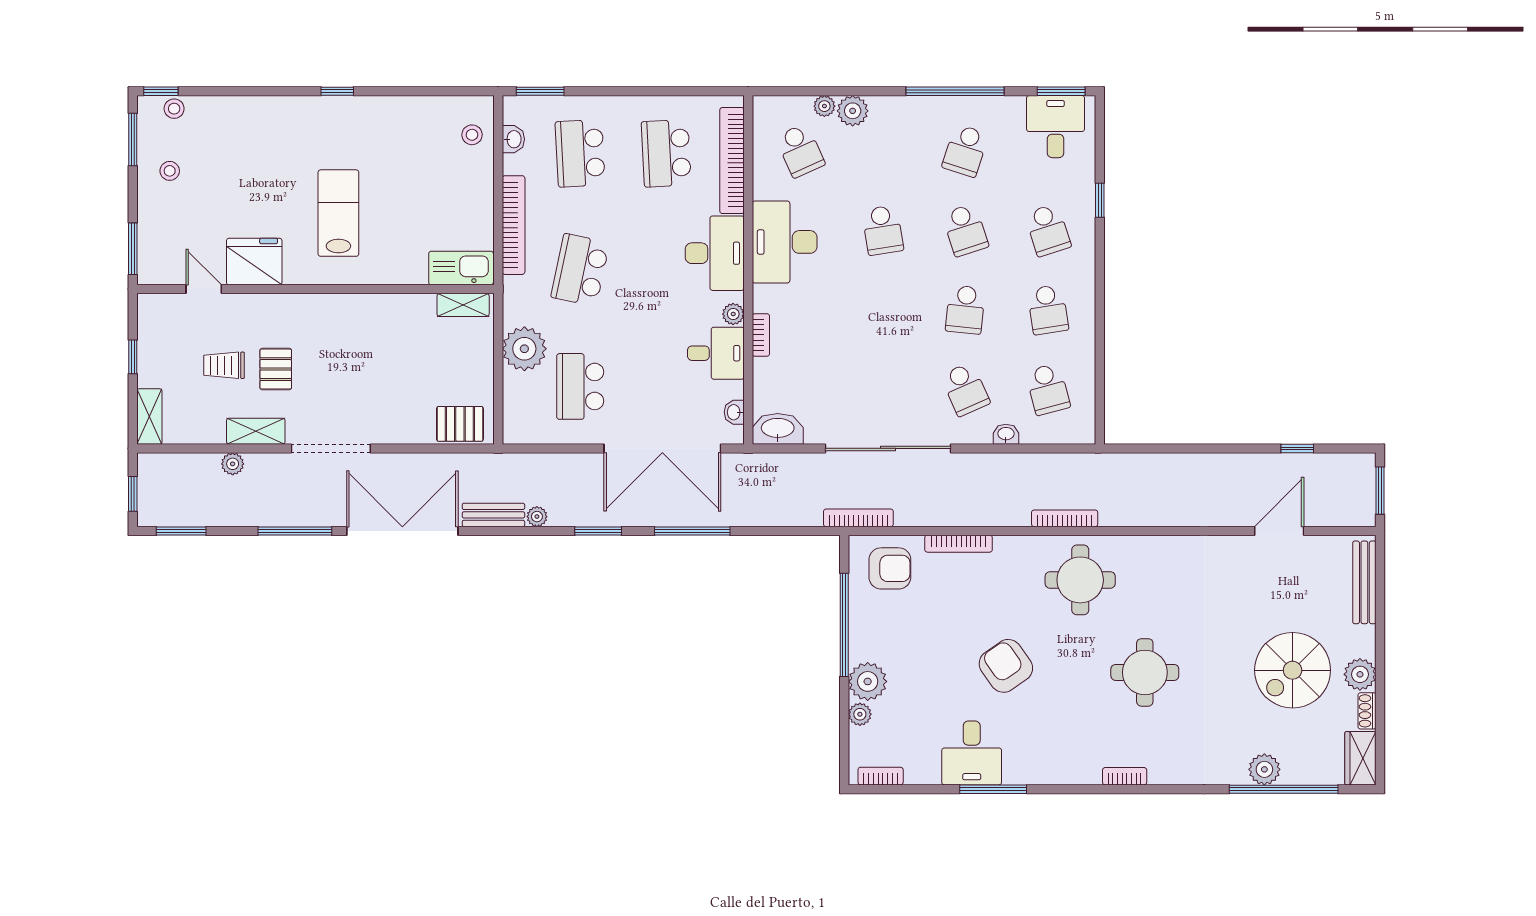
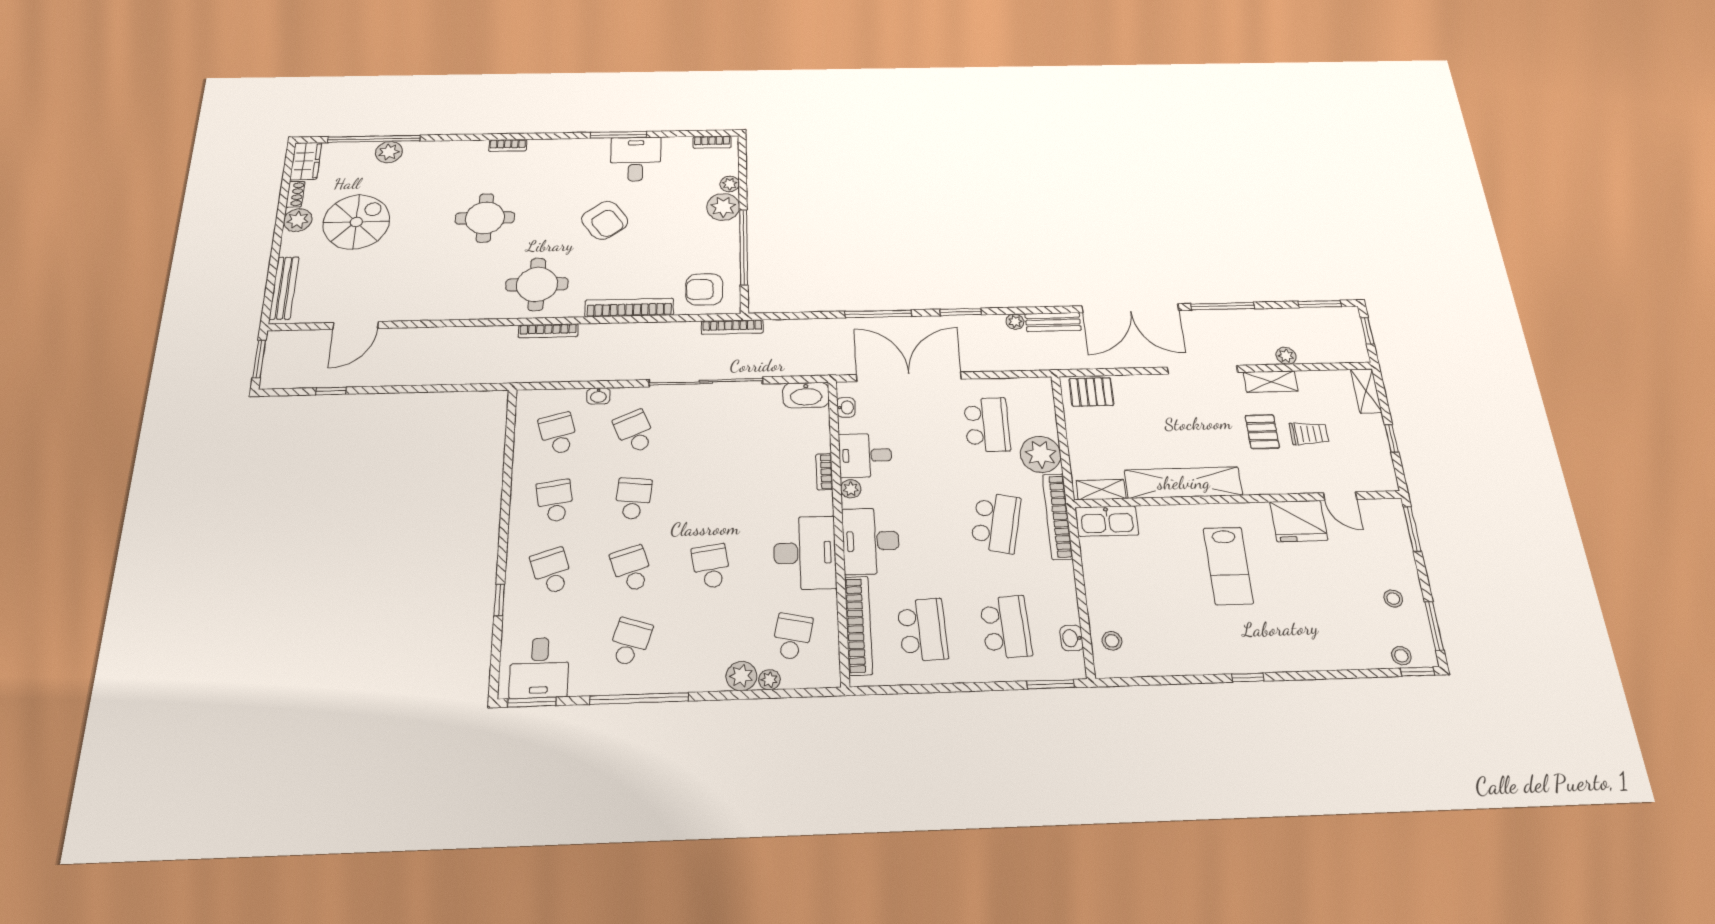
school desk: (800, 151) -> (792, 637), turned 36
bookcase: (514, 225) -> (1058, 516), moved
shelving: (372, 310) -> (1183, 483), added
bookcase: (959, 544) -> (629, 308), width x1.48, depth x1.31

